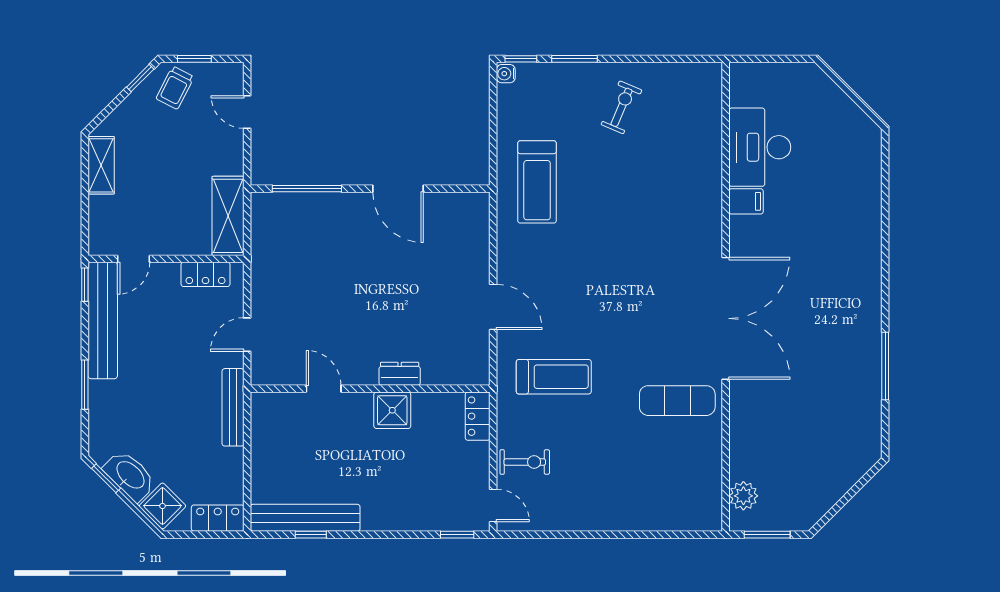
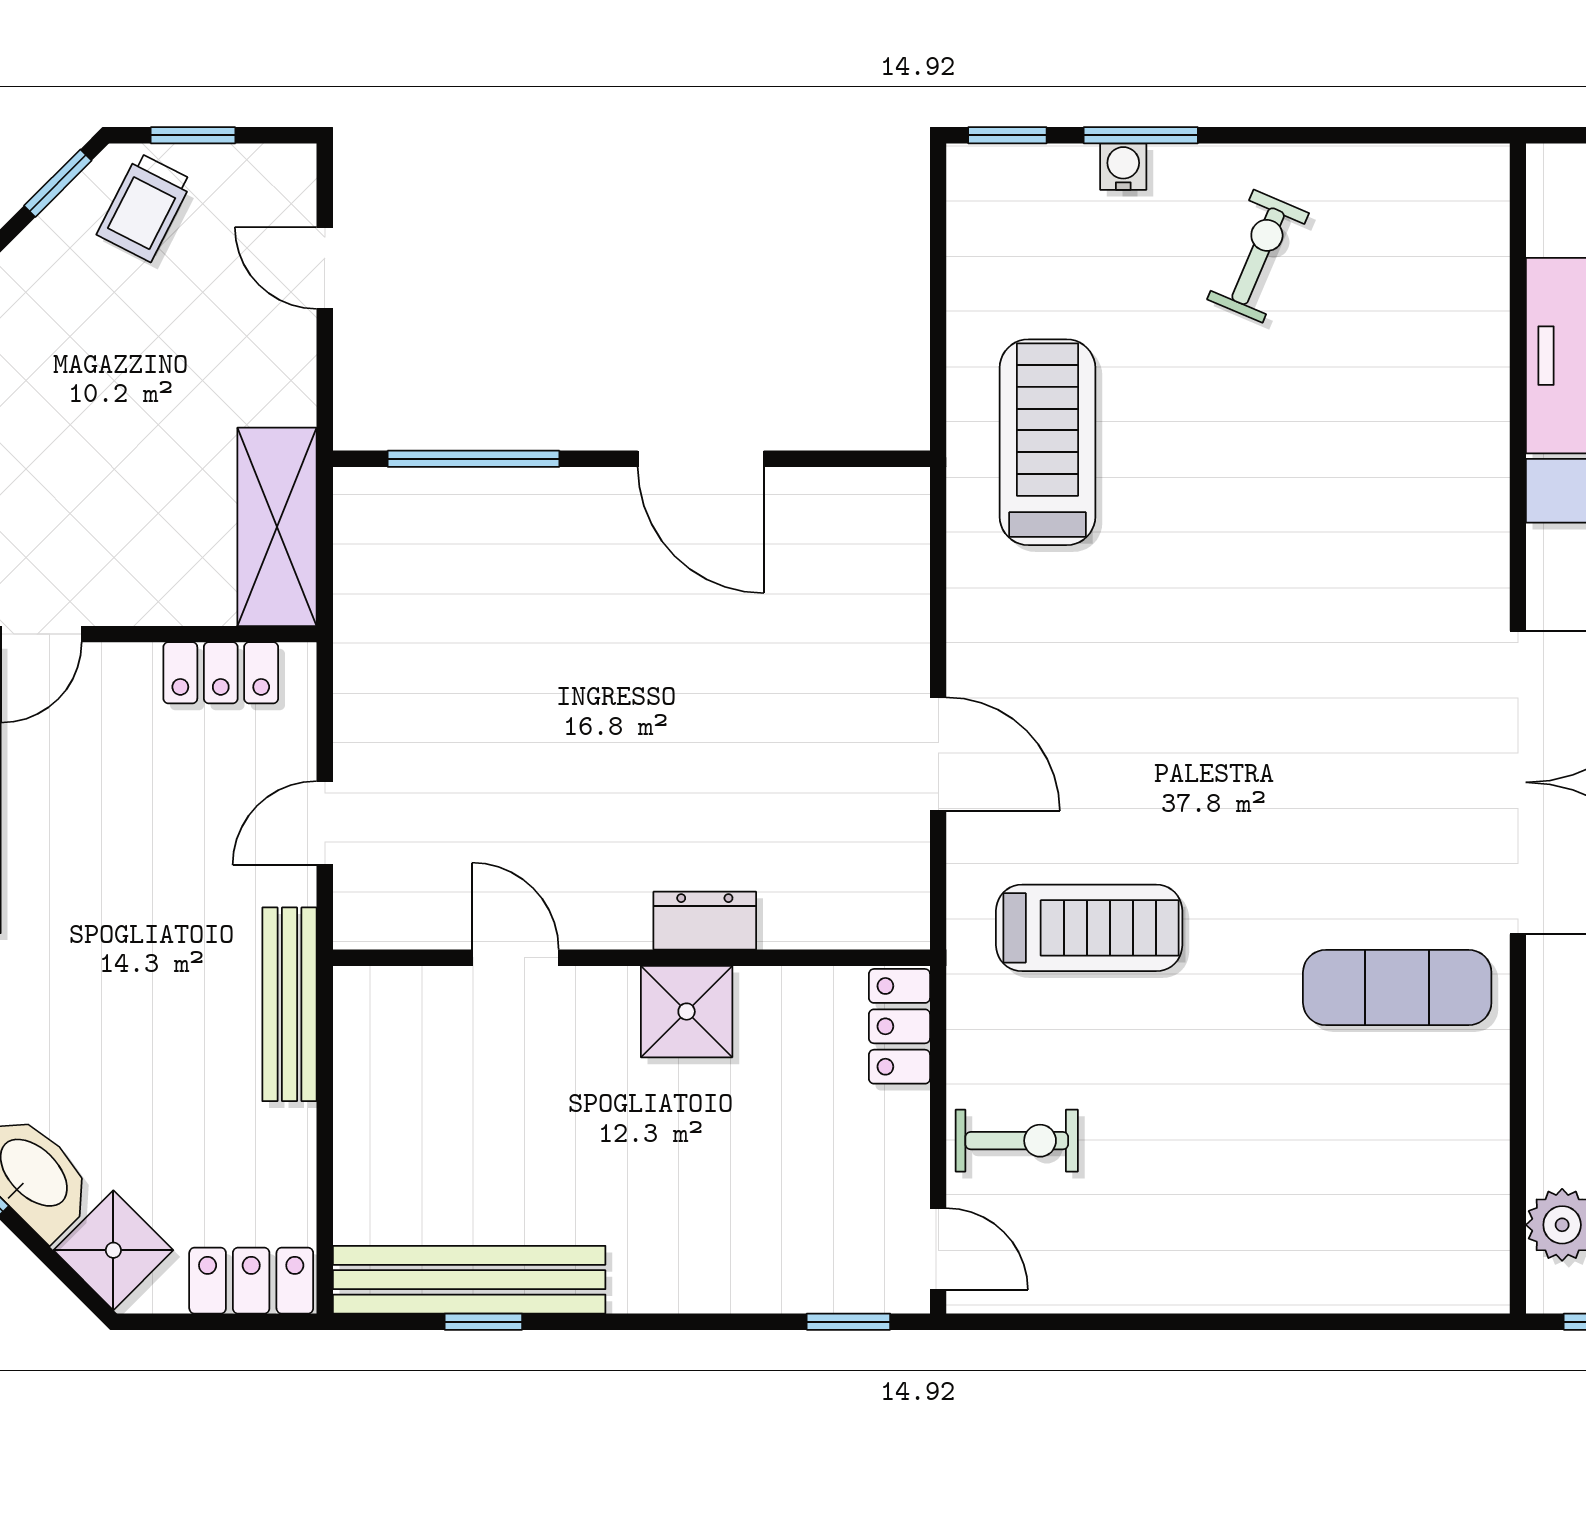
water cooler: (506, 74) -> (1123, 167), moved, turned 90
treadmill: (537, 182) -> (1047, 442), turned 180

